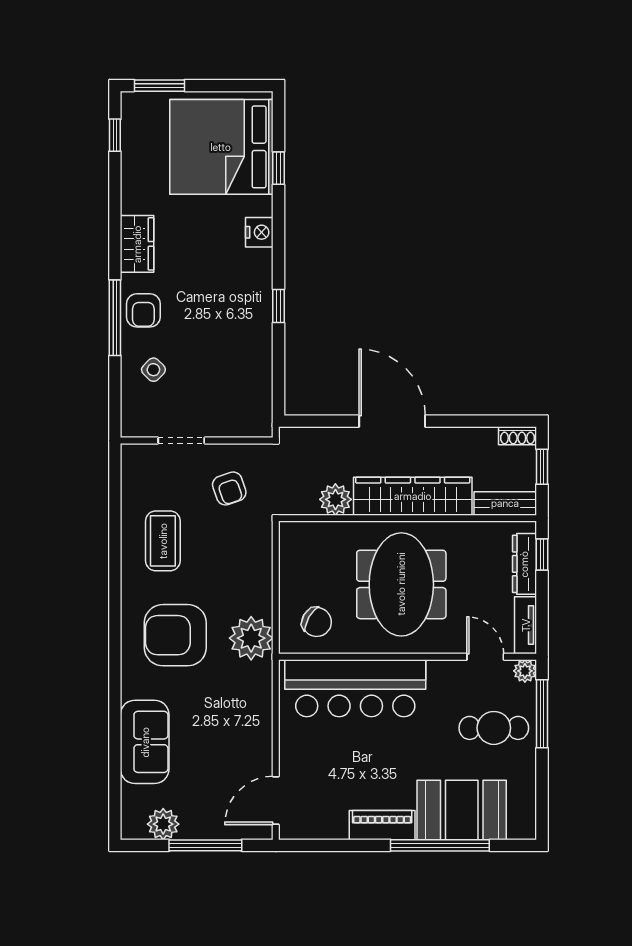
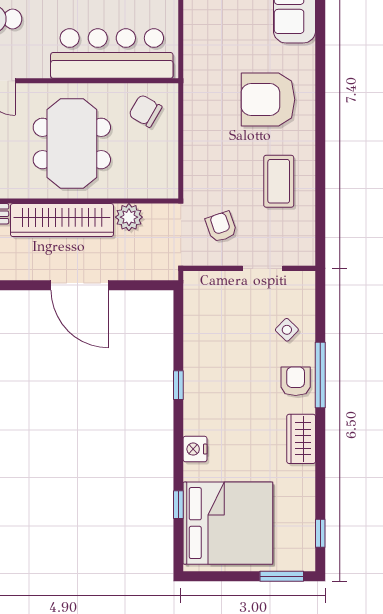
armchair: (175, 635) -> (268, 99), turned 180
plant: (251, 638) -> (202, 97), removed

